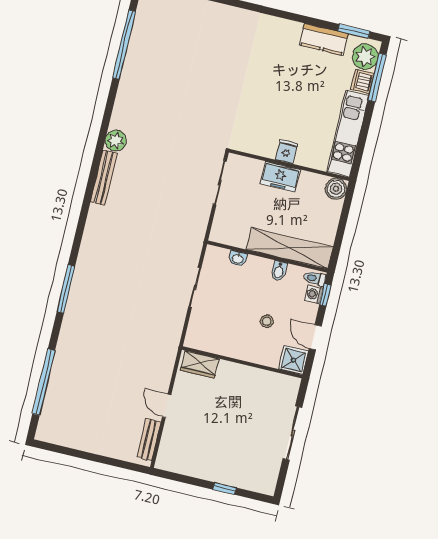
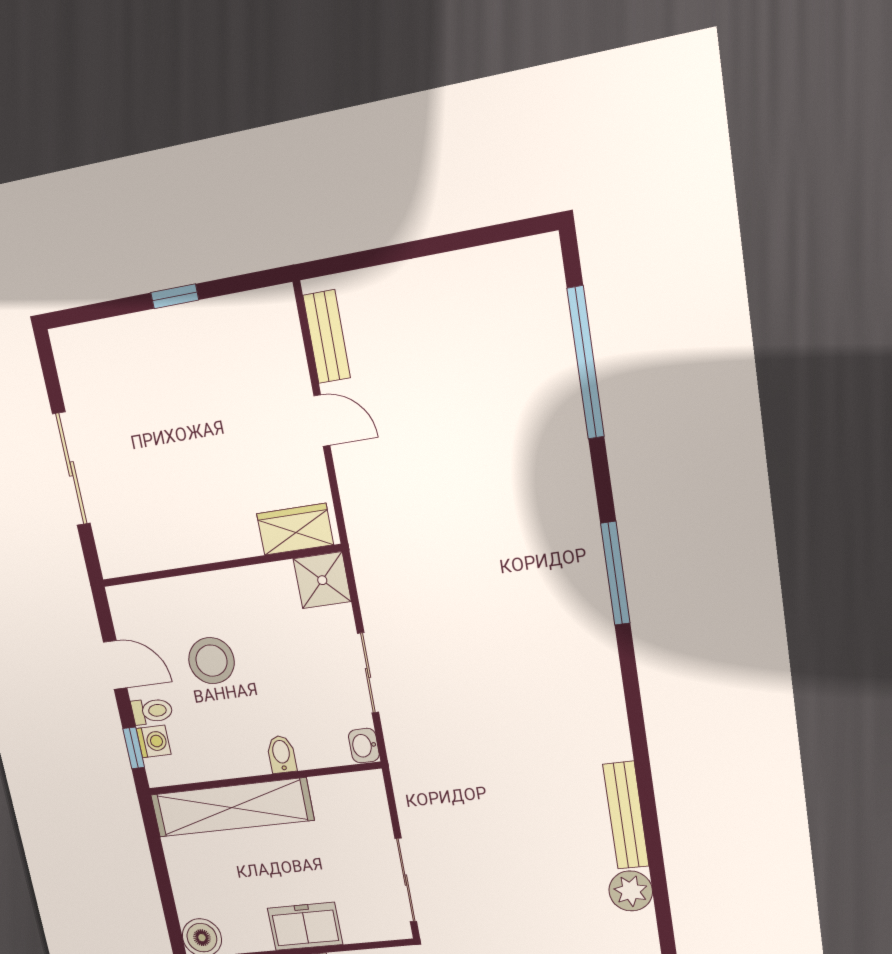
washbasin: (238, 259) -> (364, 746), moved, turned -90
bidet: (279, 271) -> (282, 754), moved
toilet: (315, 278) -> (152, 711), moved
stool: (267, 321) -> (212, 661), width x1.89, depth x1.89
shower: (293, 360) -> (322, 580), moved
window: (225, 489) -> (175, 296), moved

